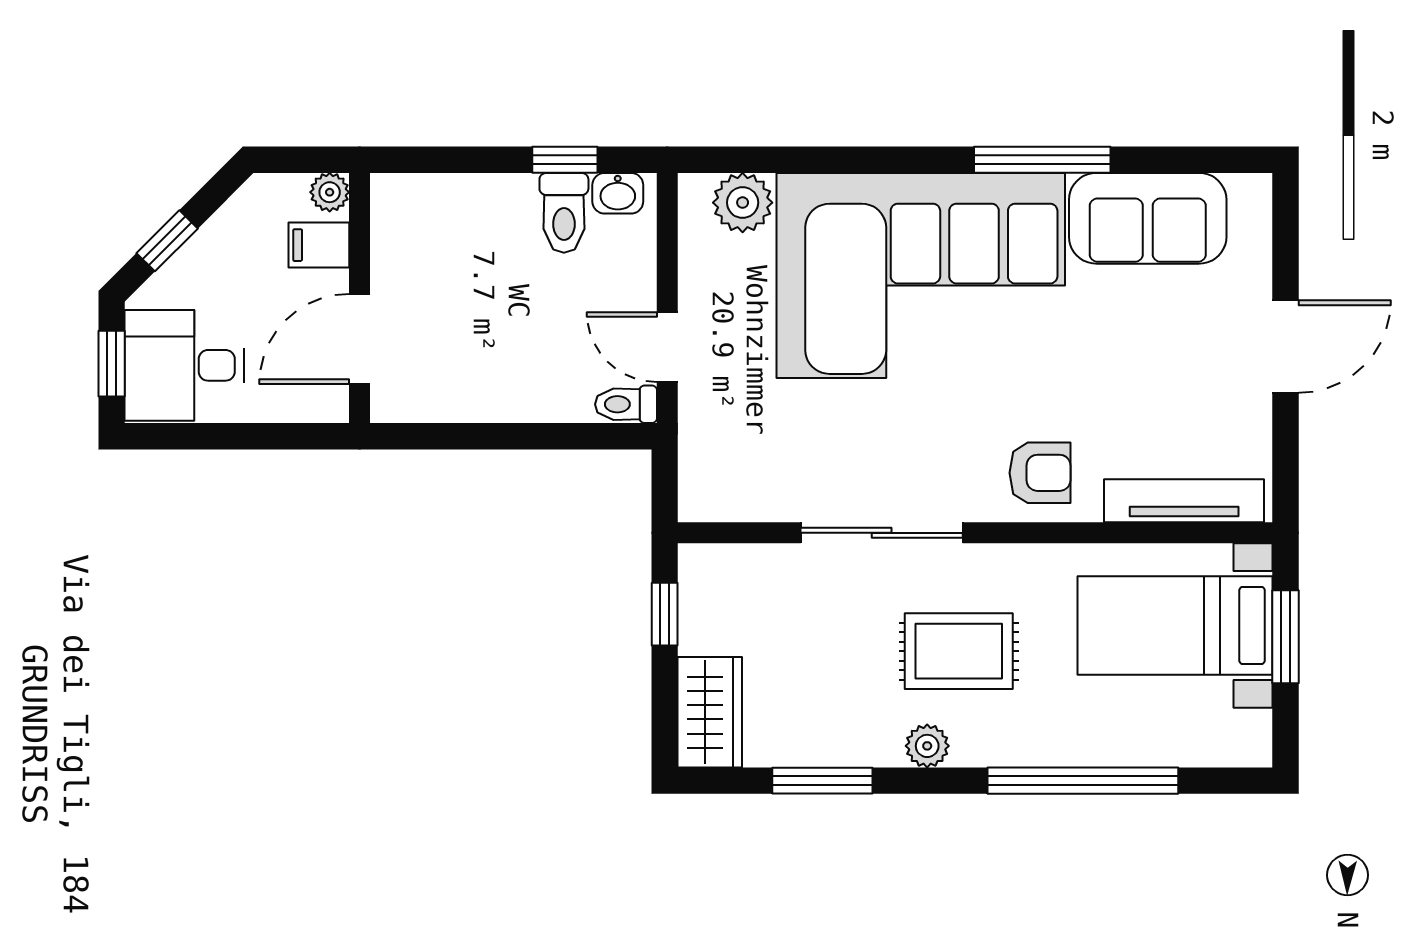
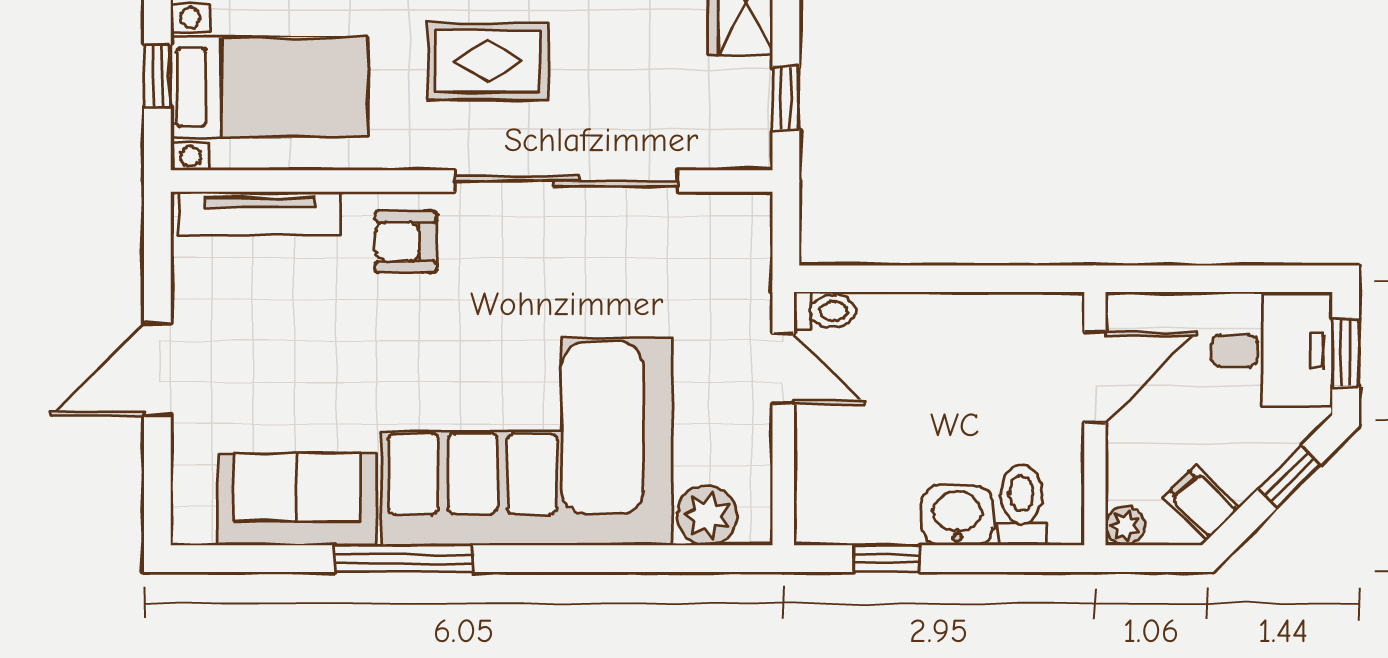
washbasin: (618, 193) -> (957, 515), moved, width x1.38, depth x1.45
toilet: (564, 213) -> (1022, 505), moved
filing cabinet: (319, 245) -> (1202, 503), moved, turned -135
sliding door: (882, 533) -> (566, 181), width x1.36
window: (1286, 637) -> (157, 76), width x0.67

